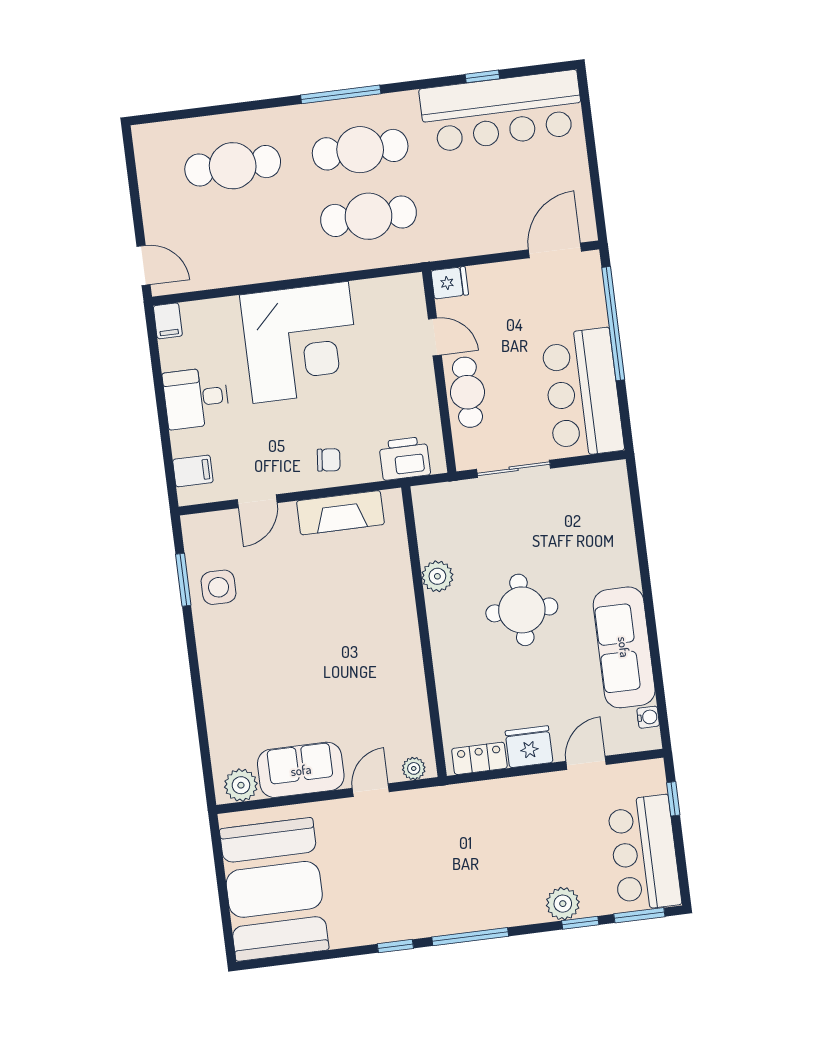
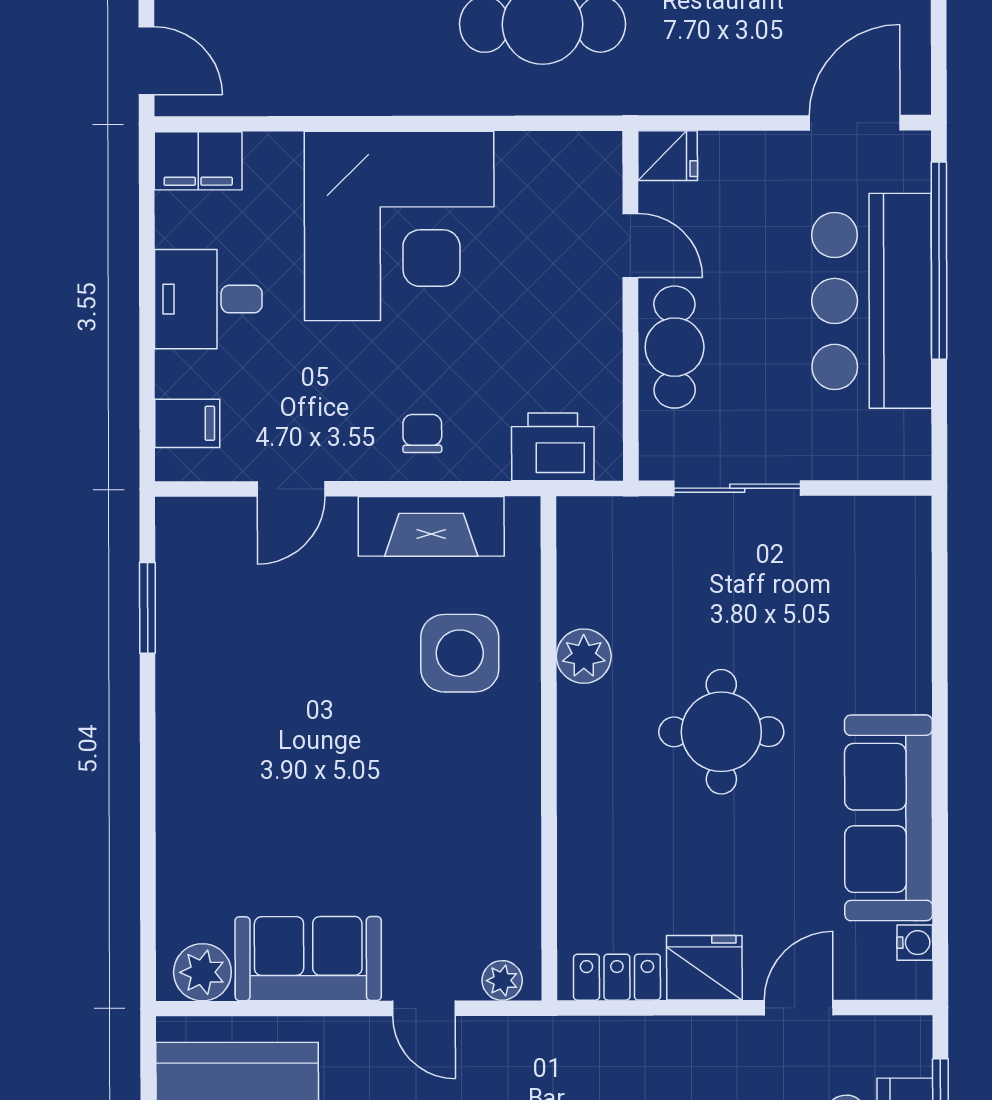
filing cabinet: (168, 321) -> (198, 161), width x2.00
bar counter: (583, 393) -> (872, 301), moved
chair: (329, 460) -> (422, 434), turned -96
side table: (219, 587) -> (460, 653), moved, width x1.37, depth x1.37
door: (371, 790) -> (424, 1008), swing flipped

